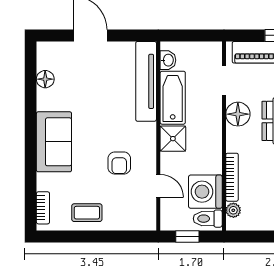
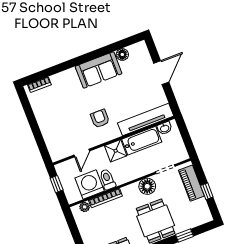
sofa: (54, 142) -> (99, 70), moved
armchair: (119, 163) -> (100, 119), moved, turned 90
coffee table: (87, 213) -> (47, 114), removed
toilet: (208, 219) -> (107, 179), moved

